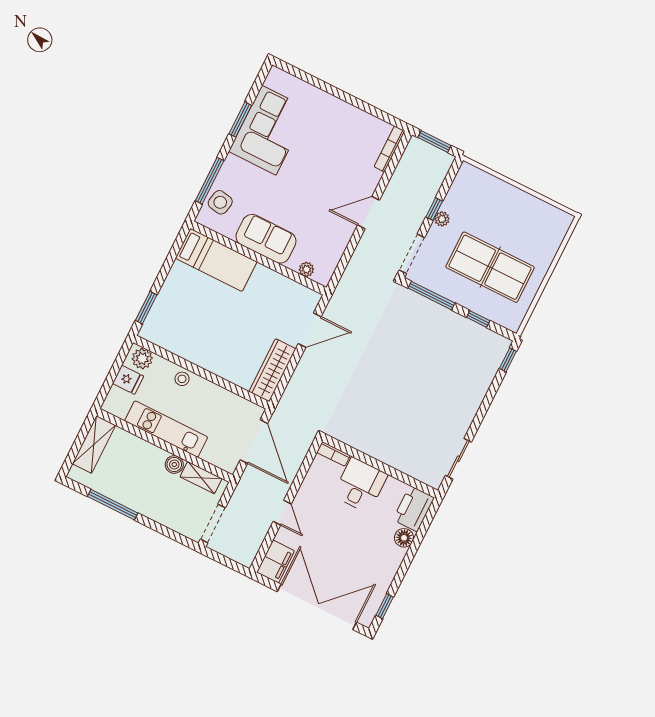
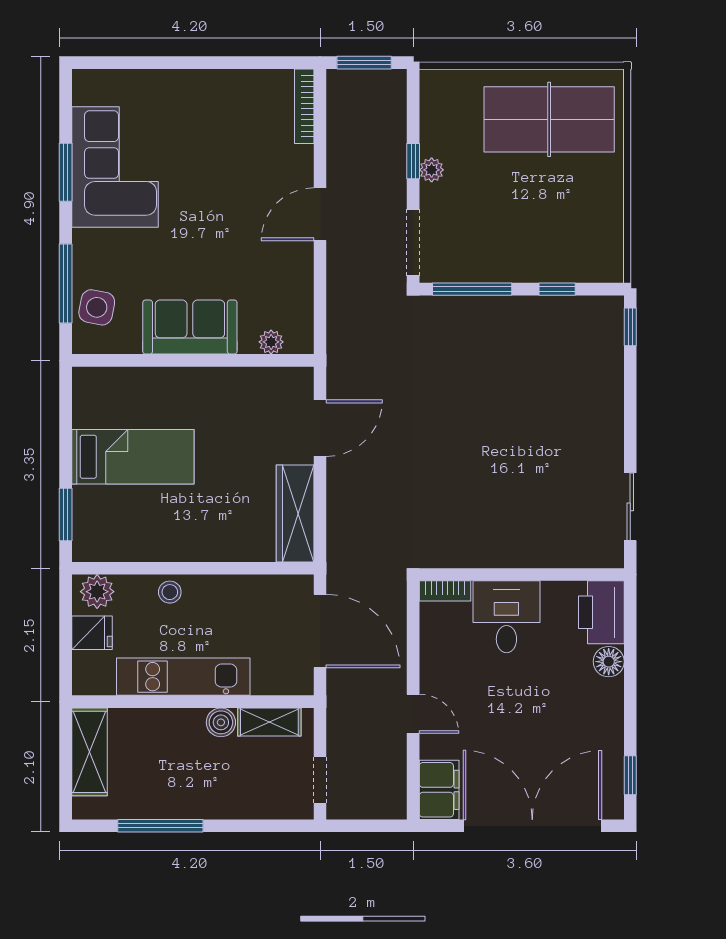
bed: (216, 260) -> (133, 457), moved
table tennis table: (490, 267) -> (549, 119), moved
doorway: (213, 523) -> (320, 780), width x0.73

